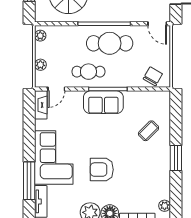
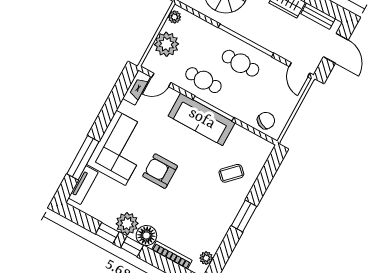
cafe table: (110, 43) -> (240, 63), width x0.73, depth x0.74
plant: (40, 65) -> (166, 44), width x1.88, depth x1.88
sofa: (103, 102) -> (202, 119), width x1.36
armchair: (102, 170) -> (160, 171), moved

